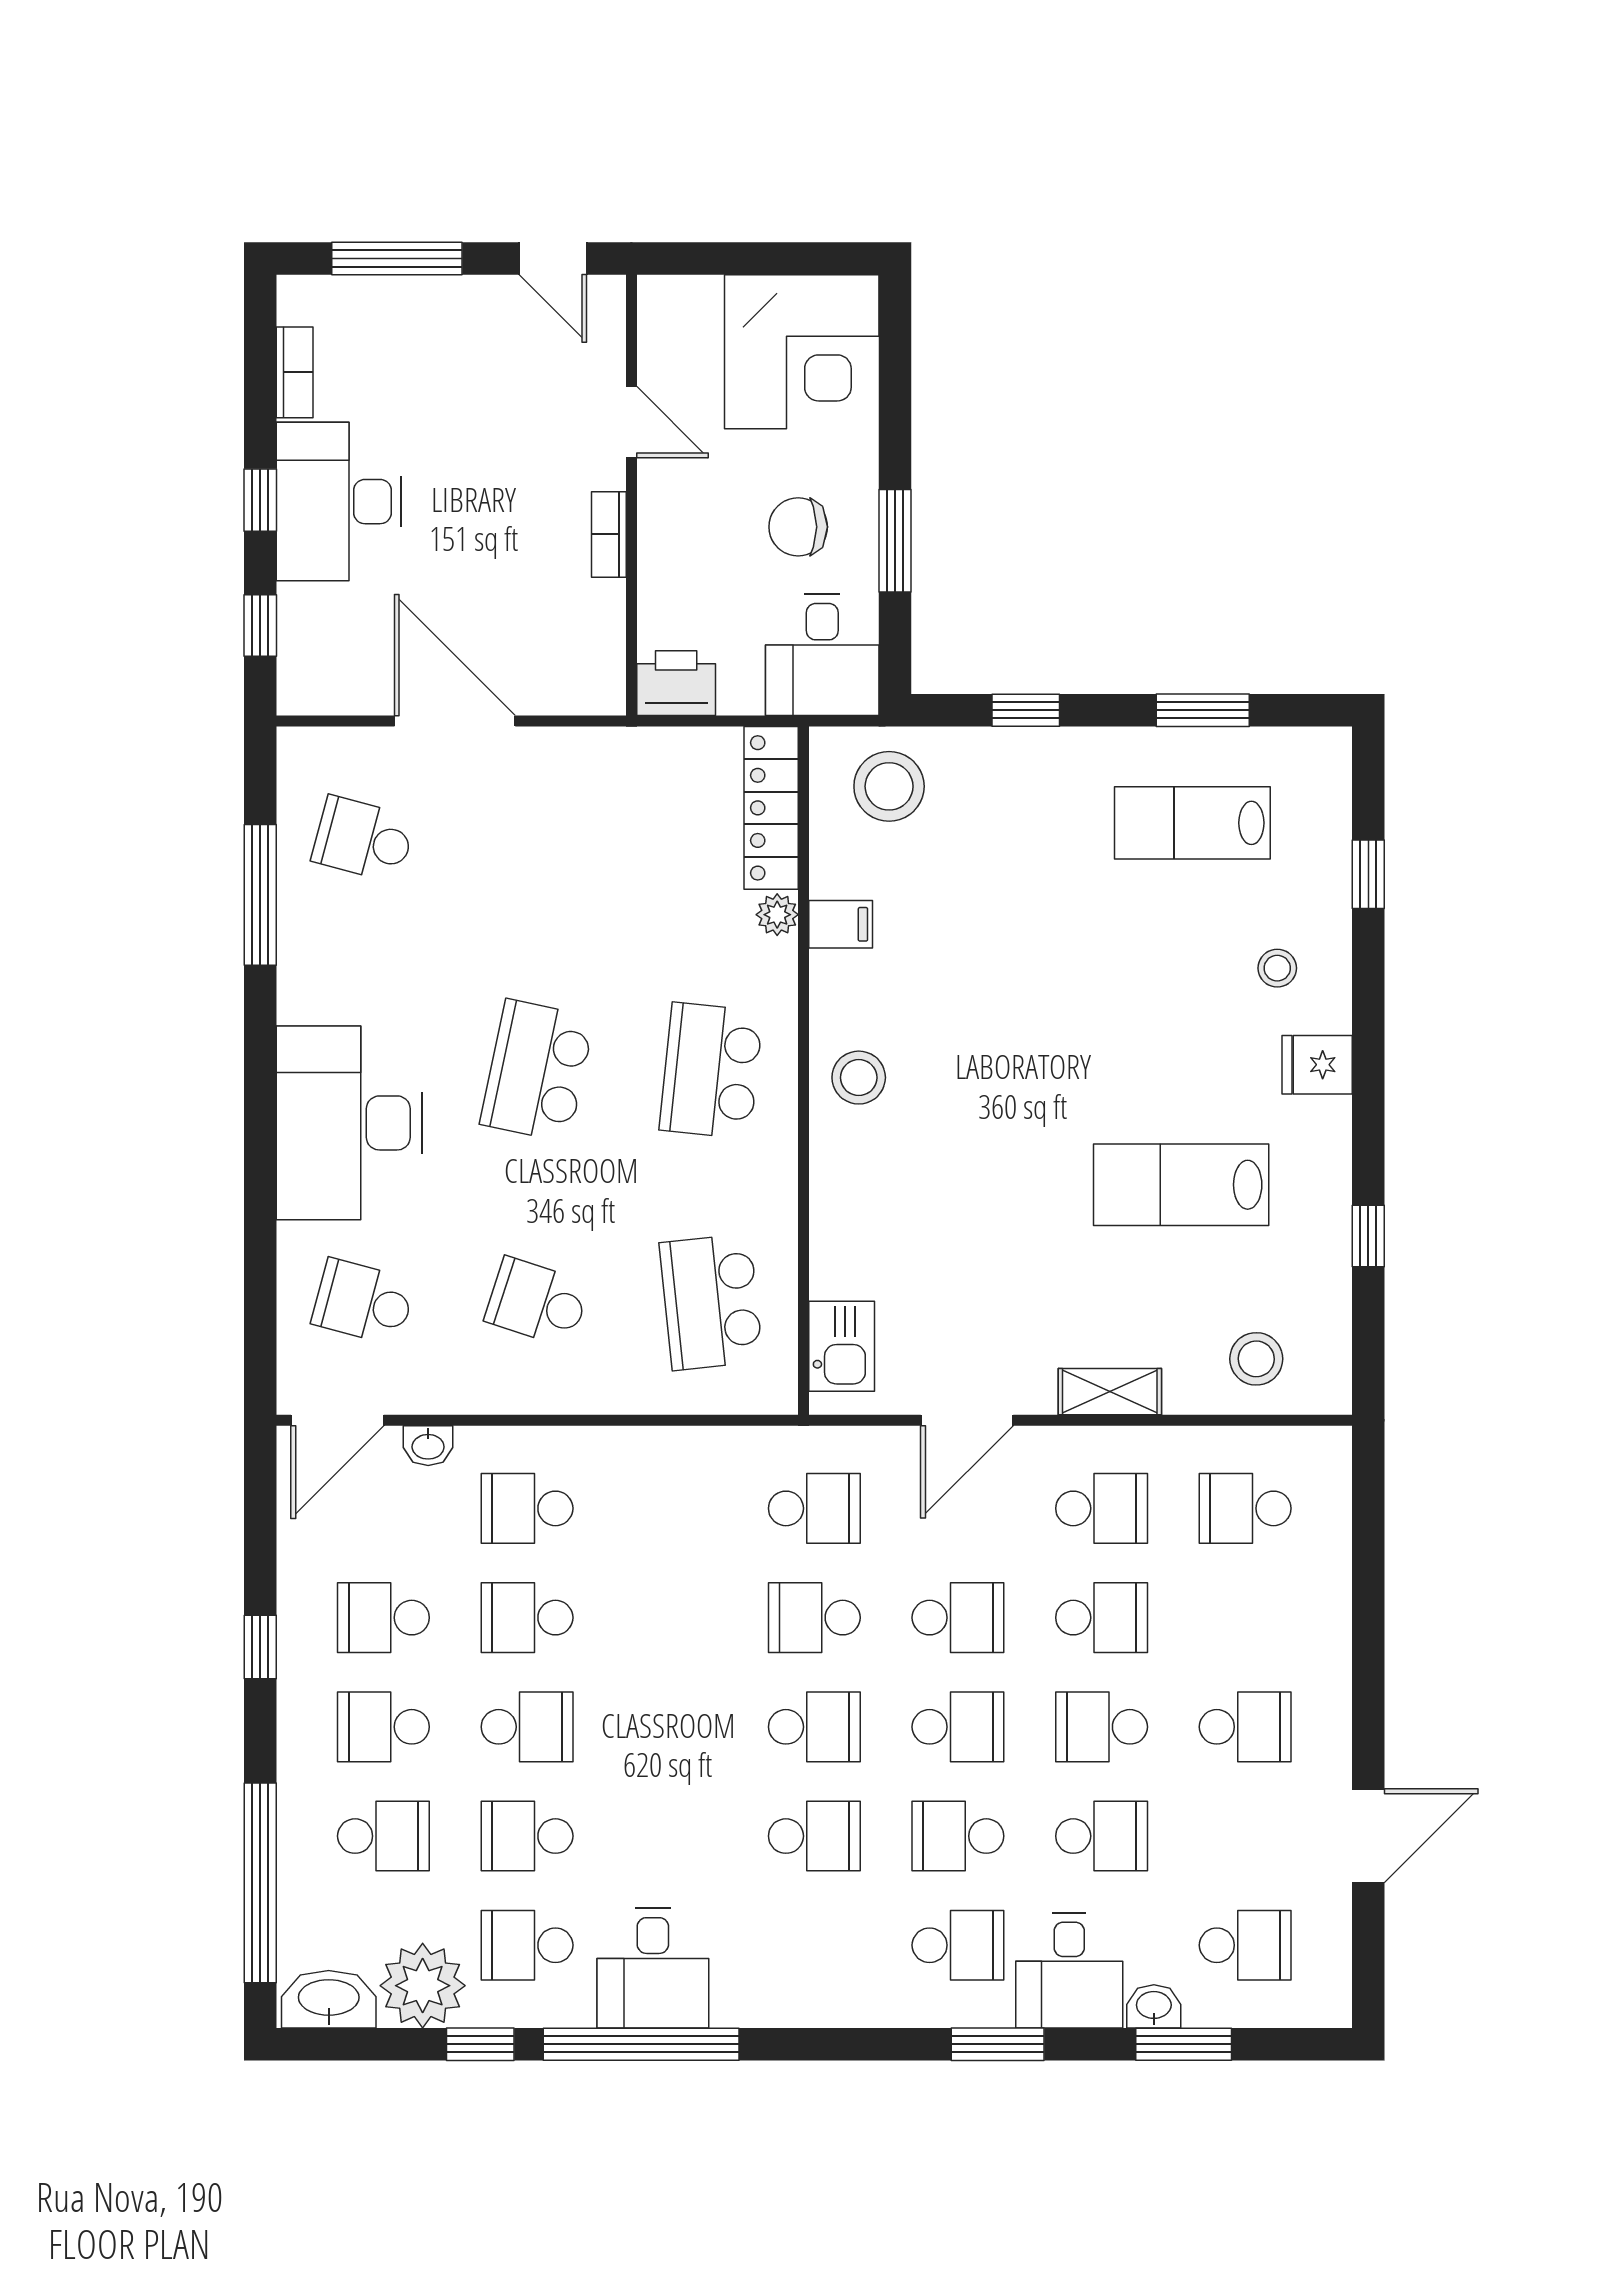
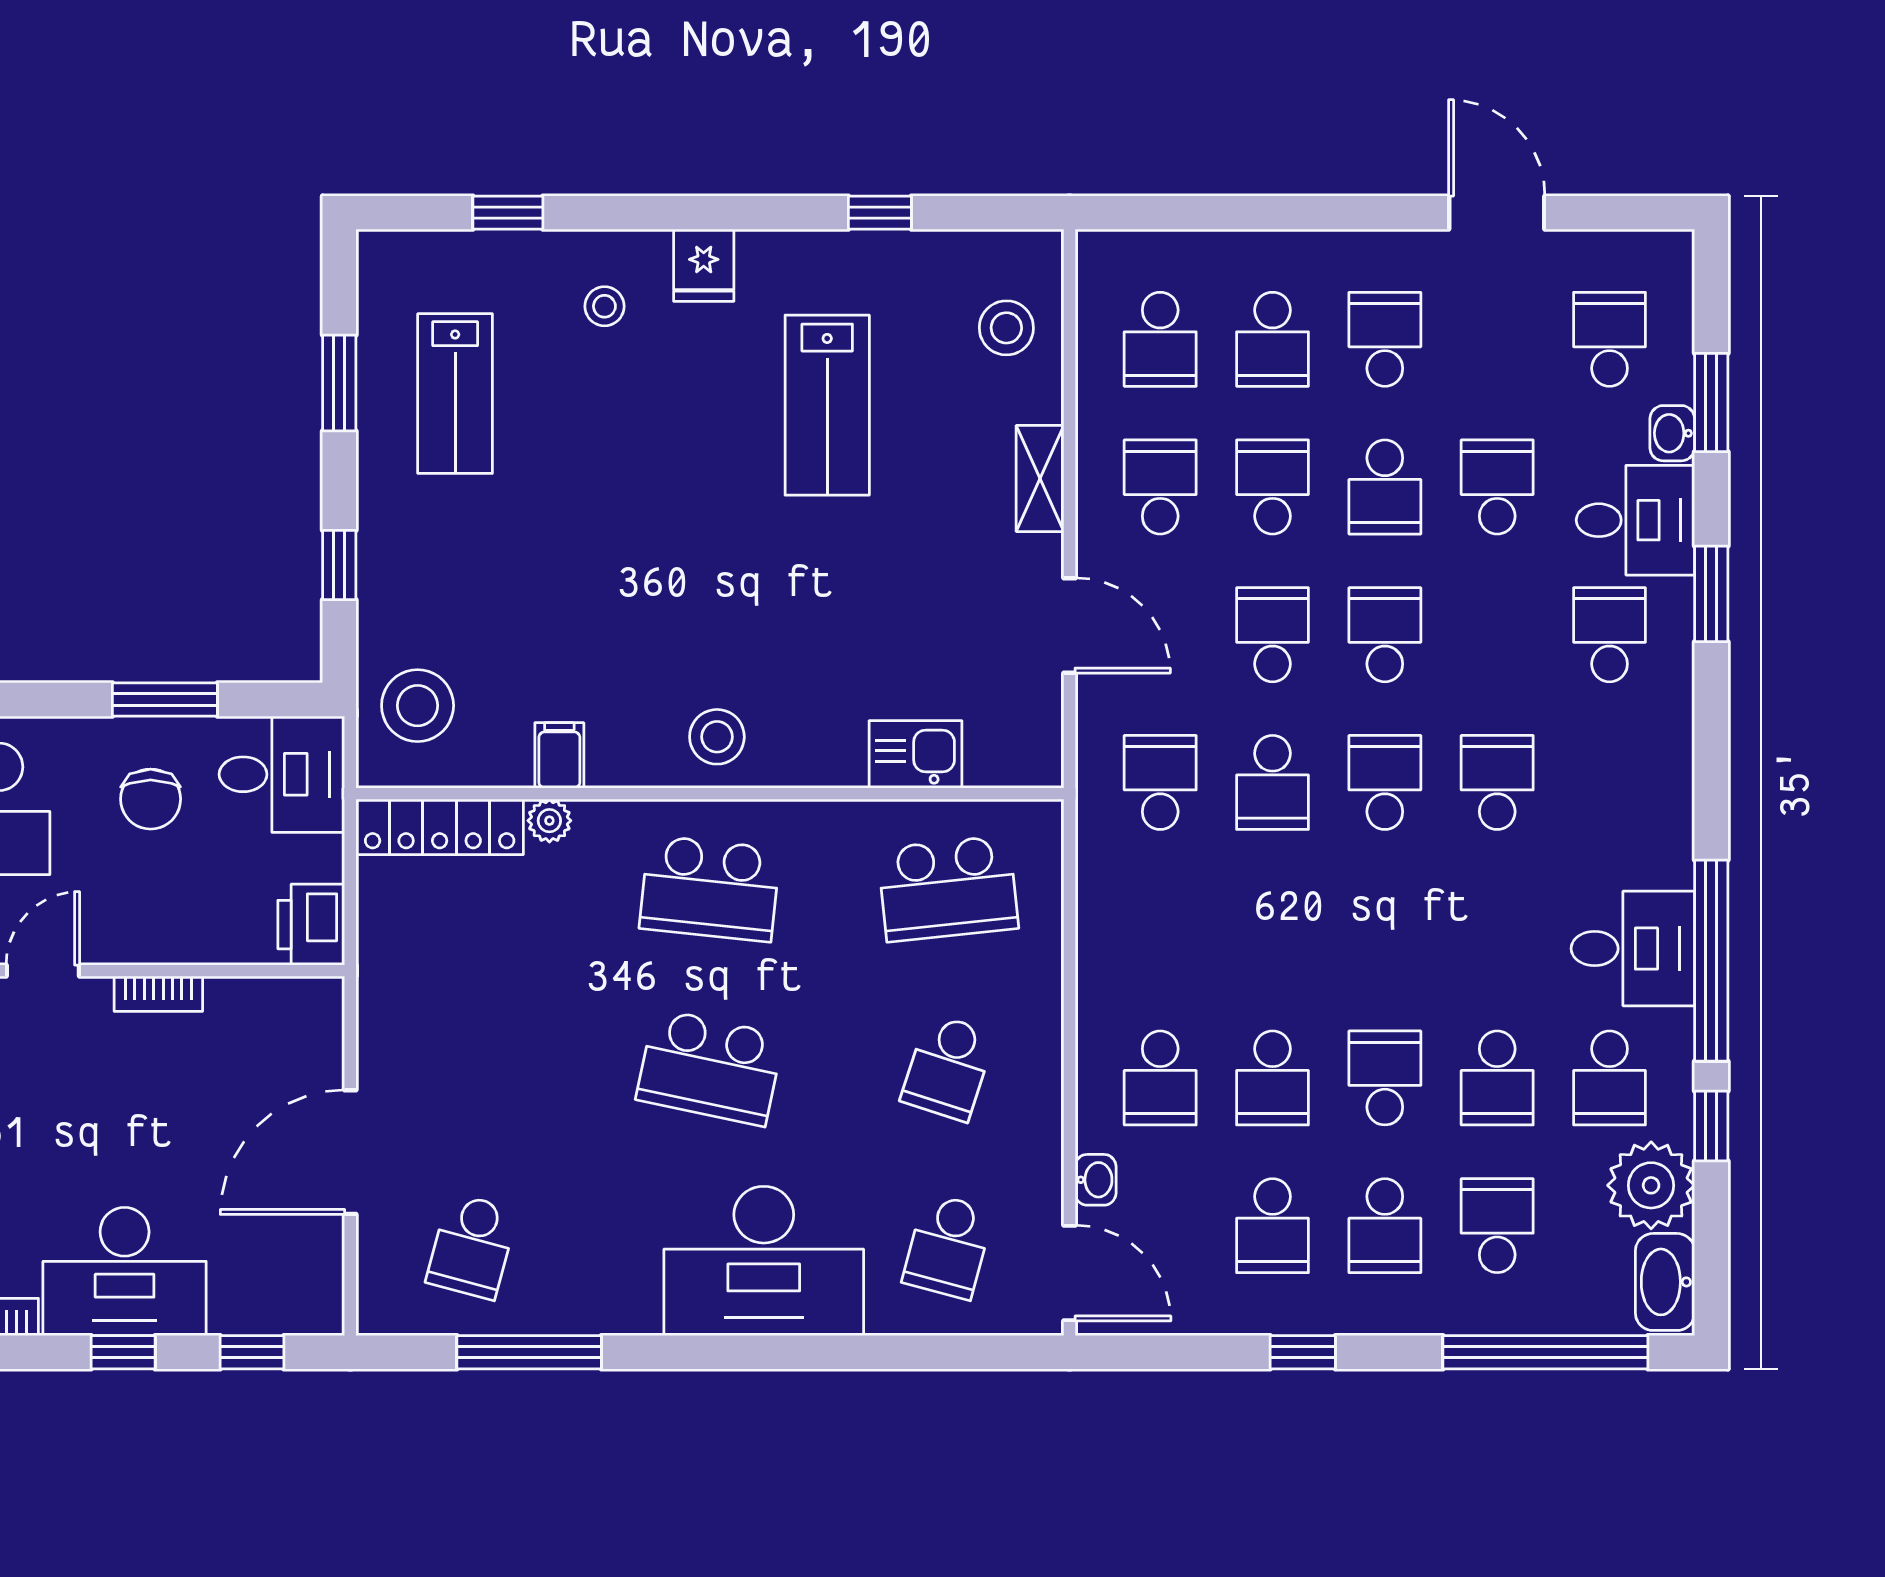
kitchen sink: (842, 1346) -> (915, 754), moved
school desk: (958, 1836) -> (1273, 339), moved

